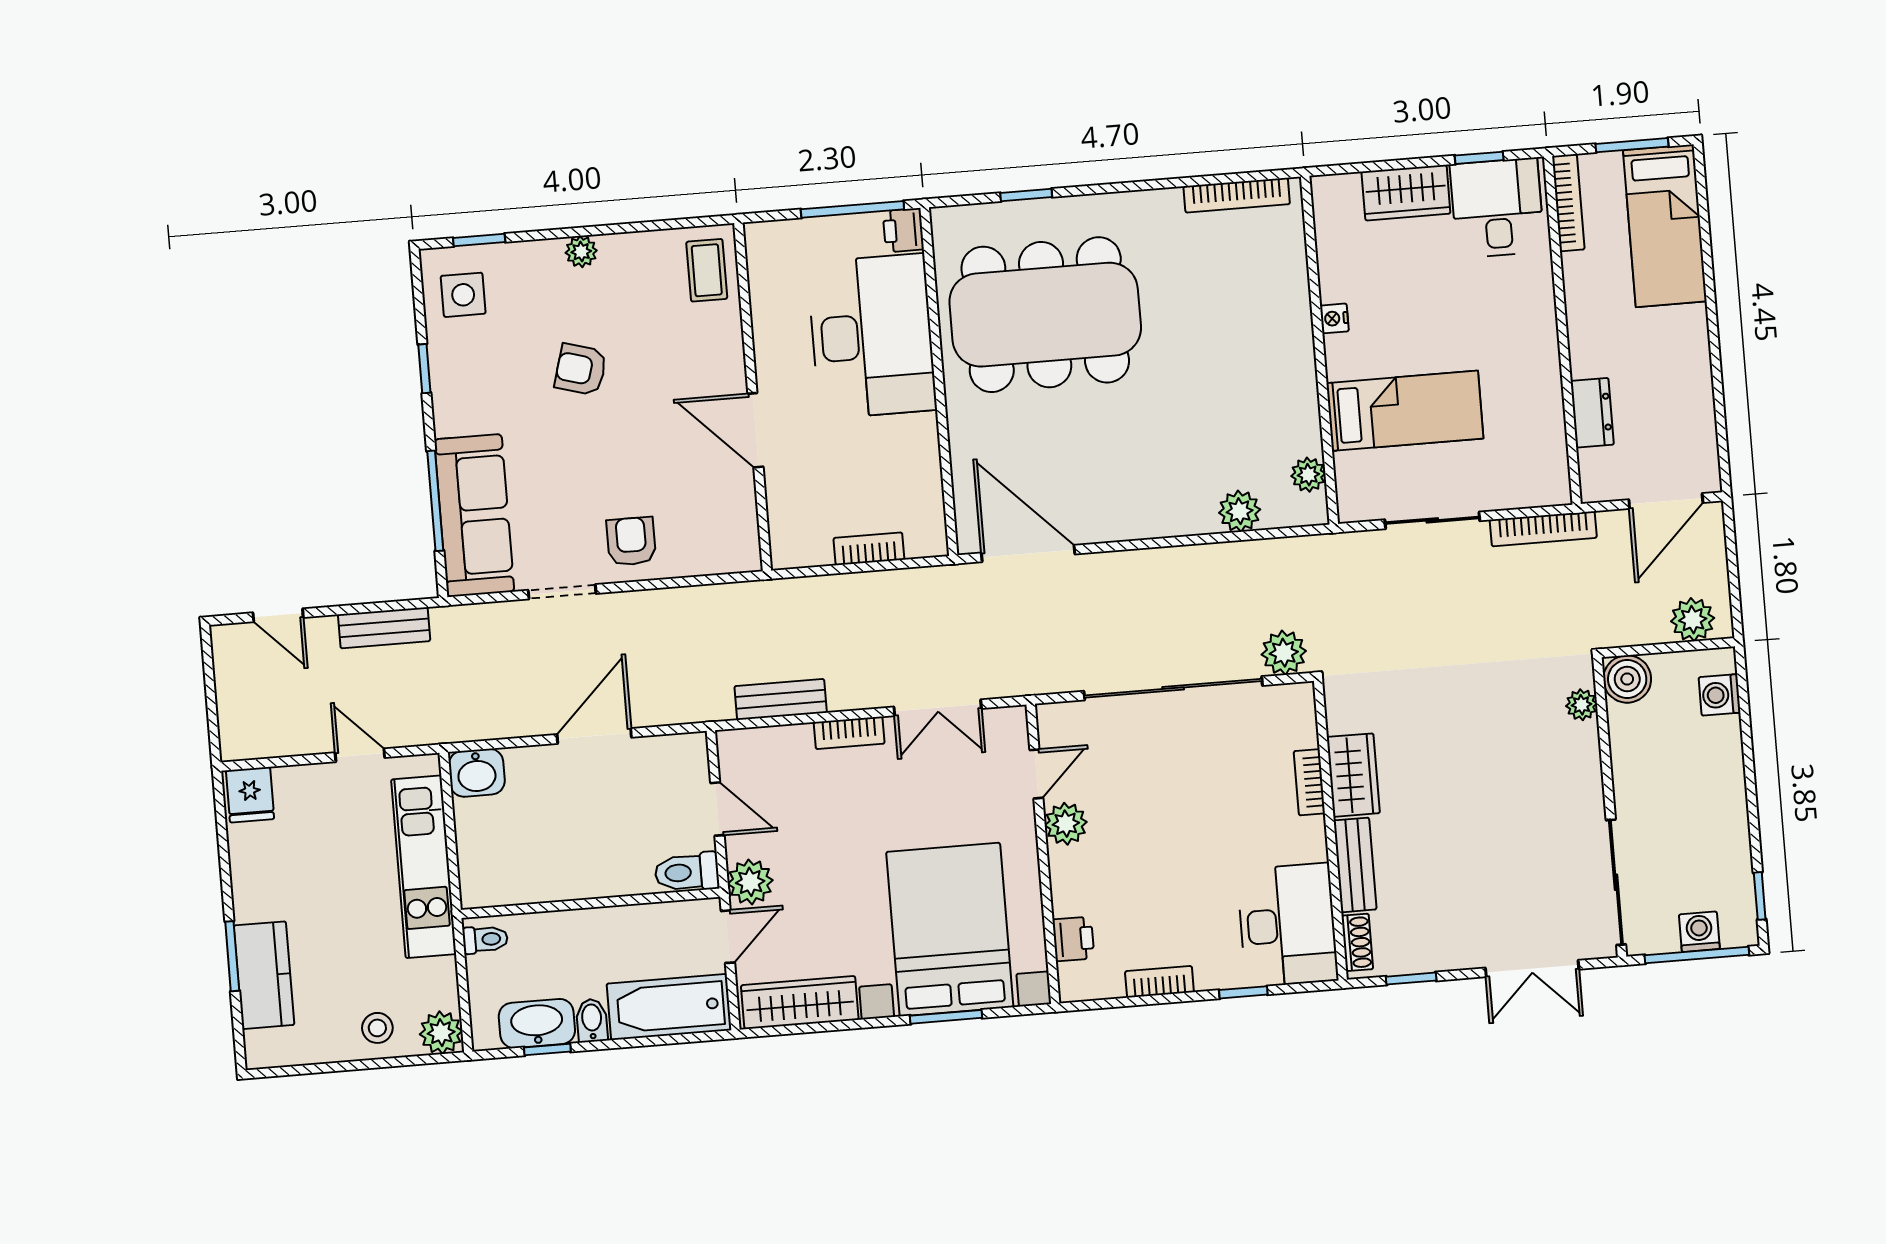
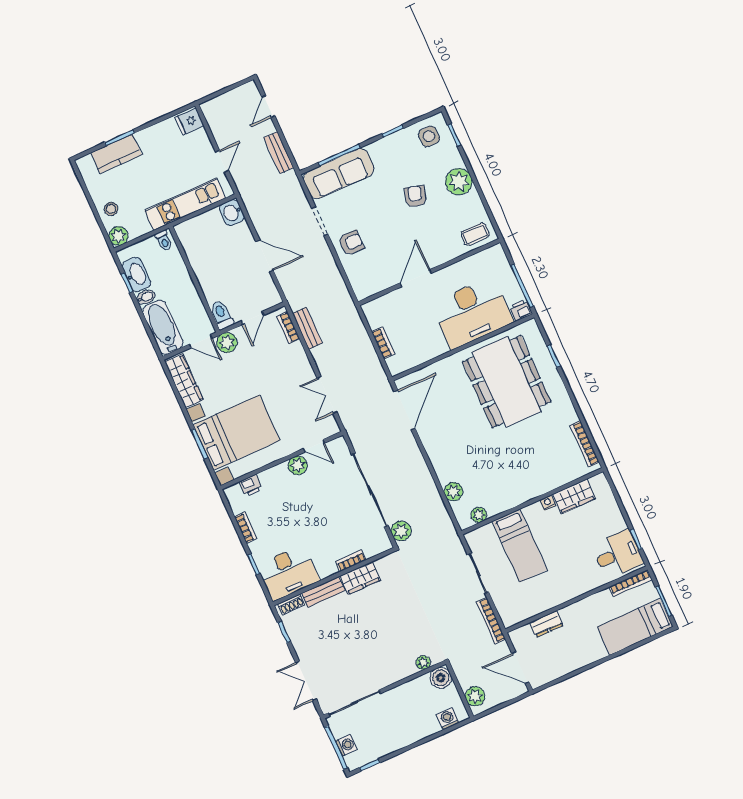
wardrobe: (1406, 193) -> (574, 496), moved, turned -90
plant: (581, 252) -> (459, 182), width x1.88, depth x1.88
bookcase: (849, 733) -> (288, 328), moved

